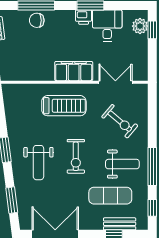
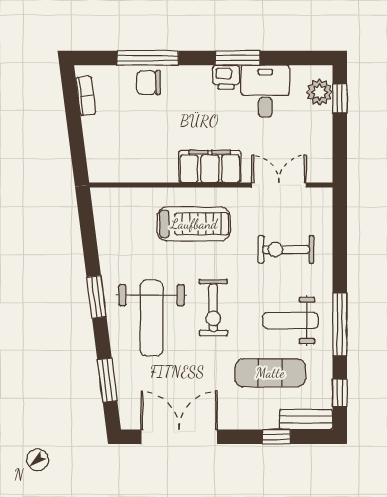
exercise bike: (120, 121) -> (286, 249), turned 140
weight bench: (38, 163) -> (151, 318), width x1.36, depth x1.33
weight bench: (122, 164) -> (290, 320), turned 180
bench: (120, 224) -> (306, 419), moved

